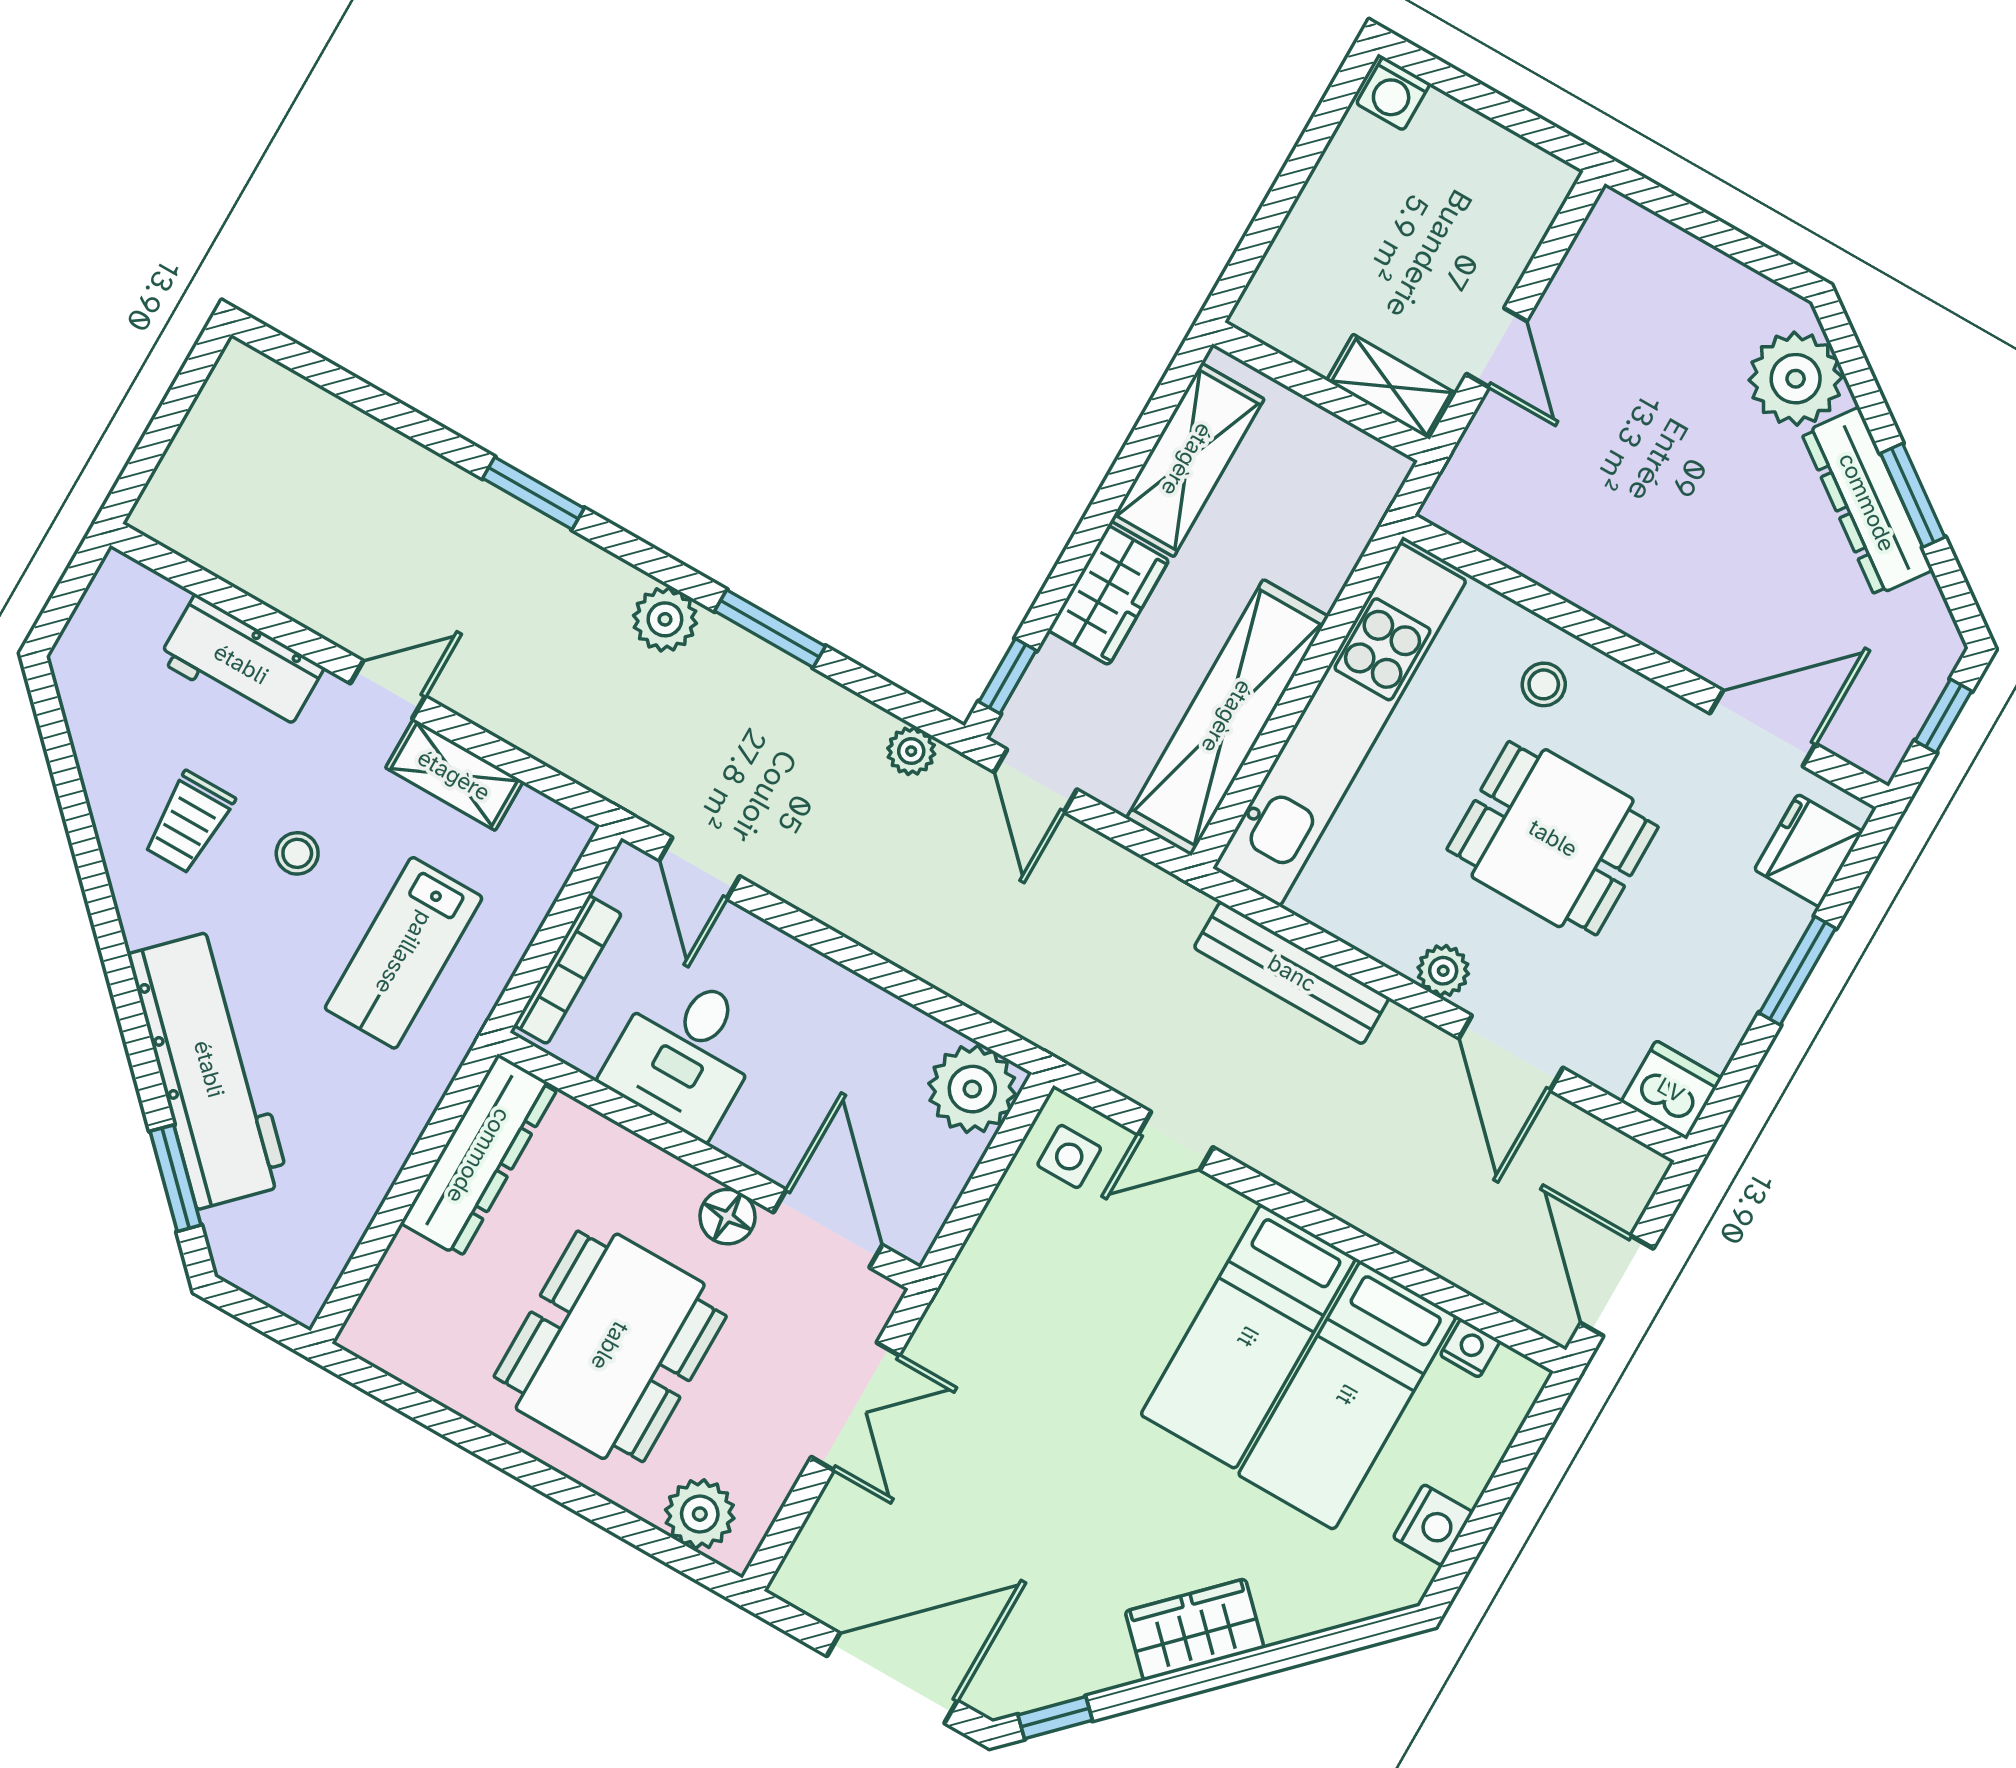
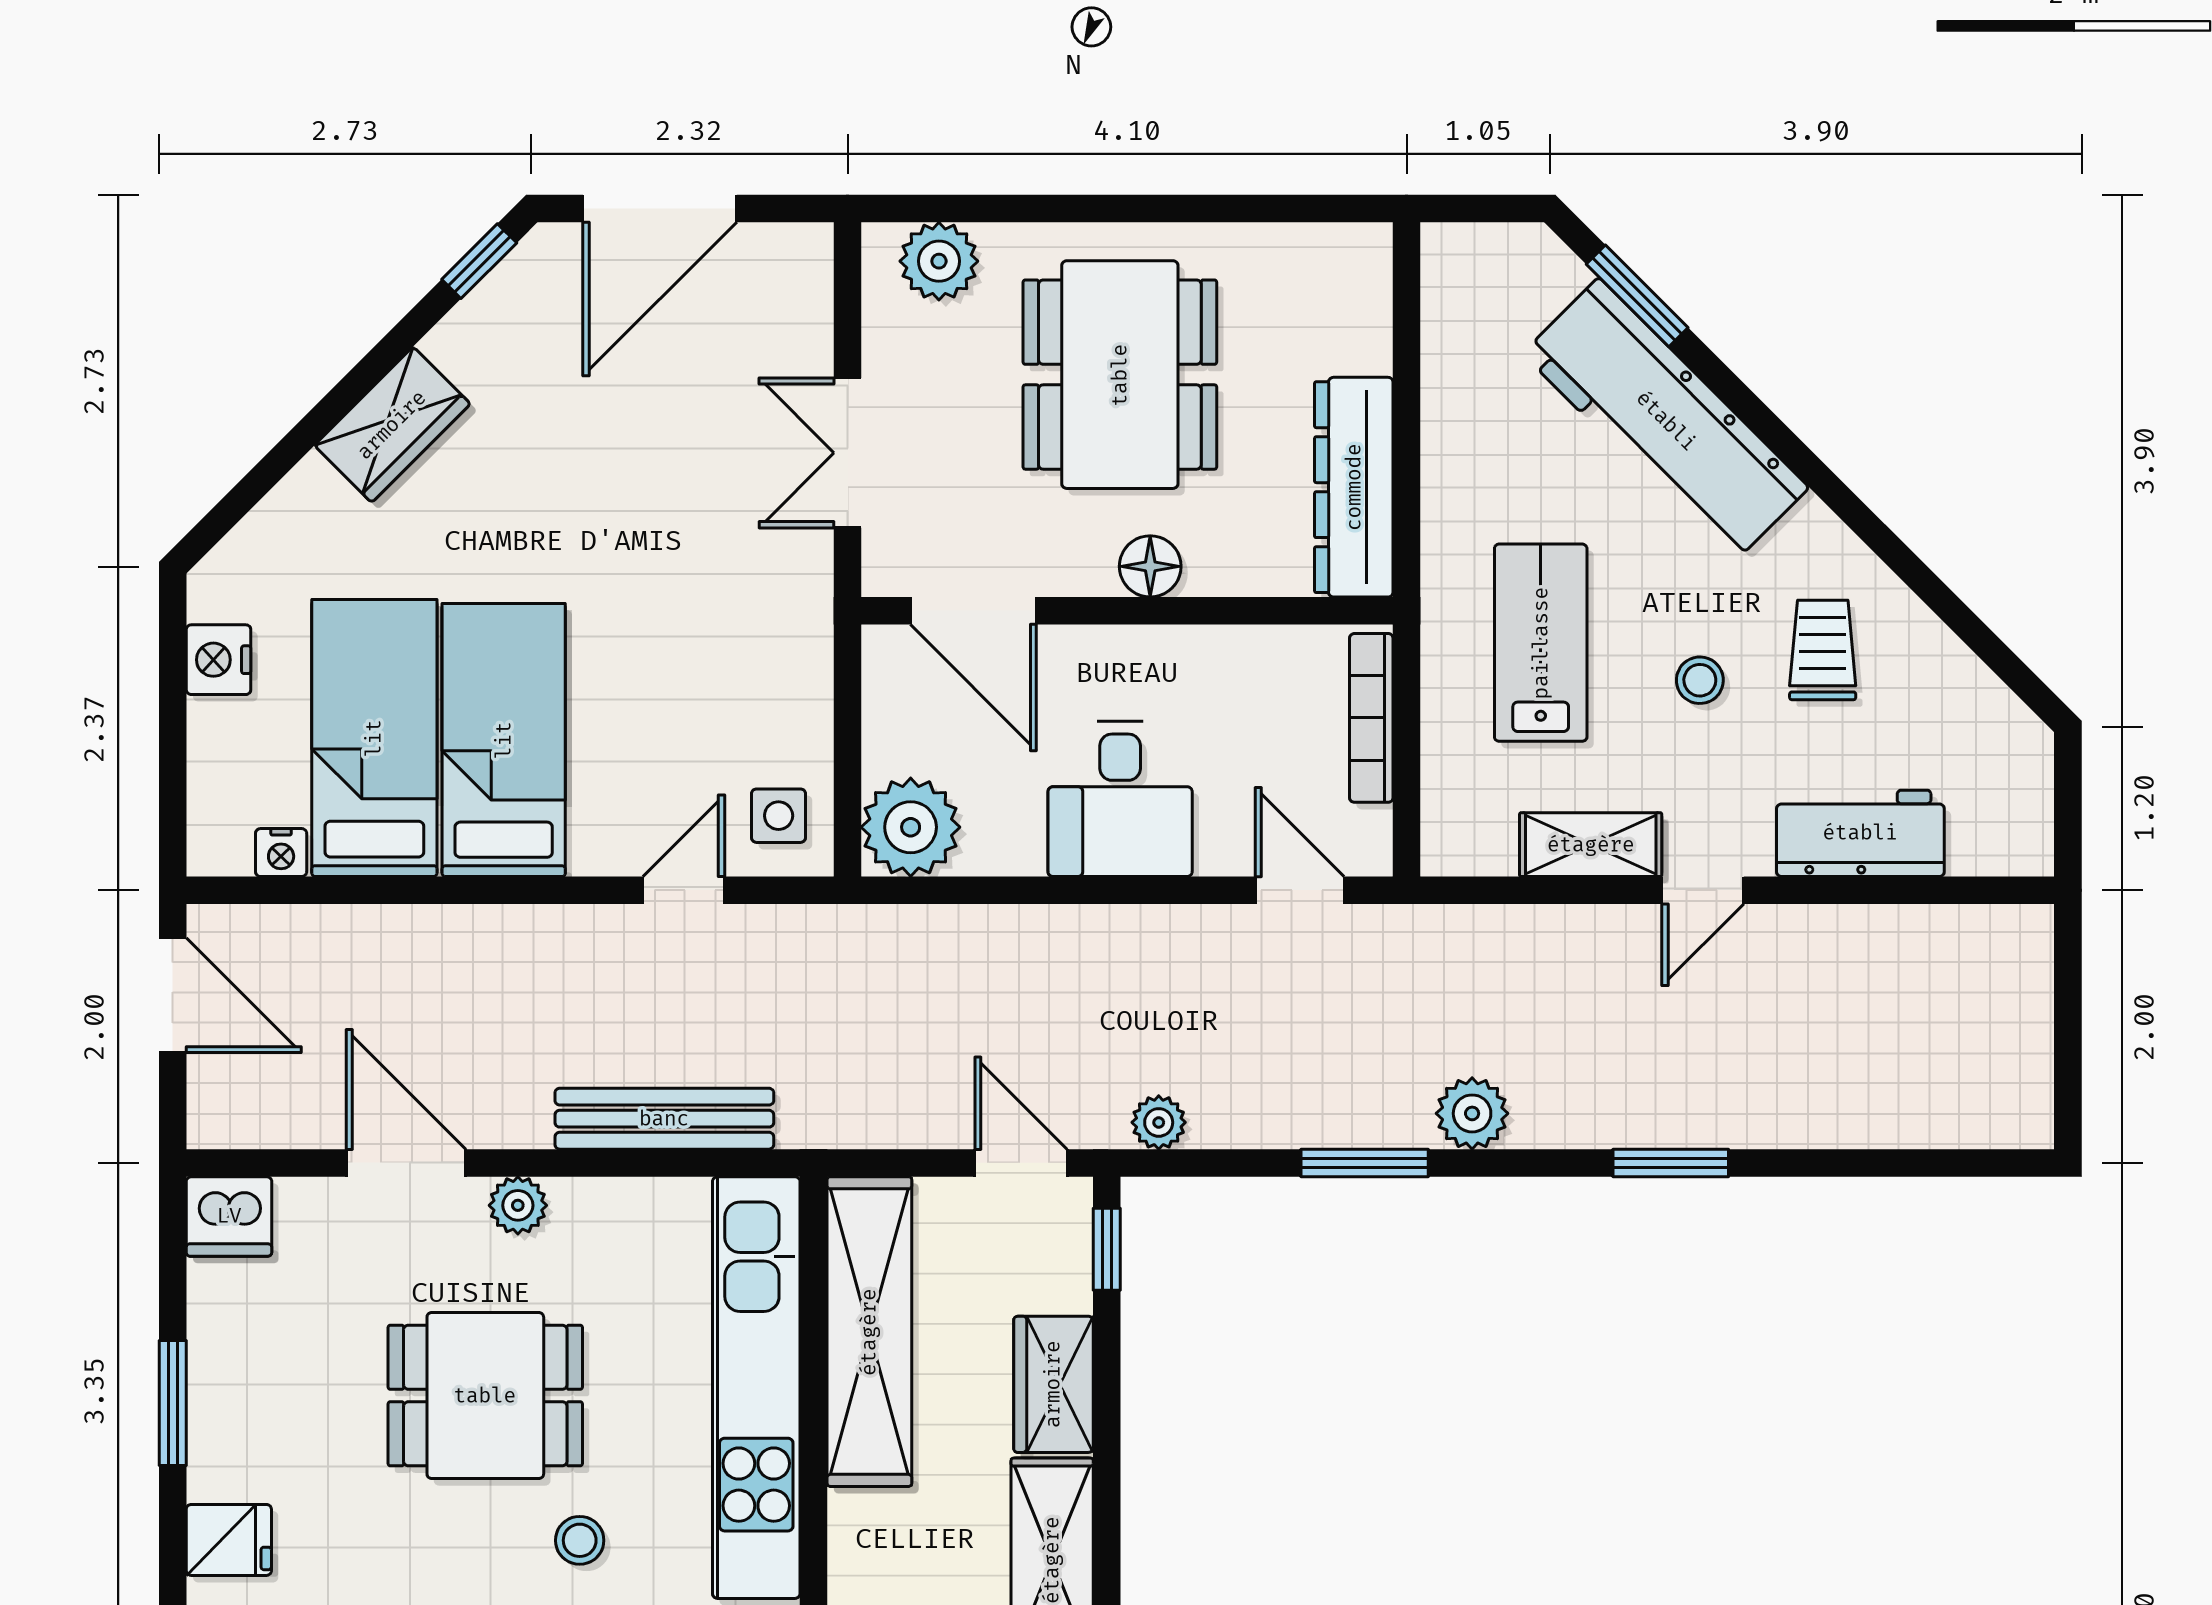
fridge: (1809, 851) -> (229, 1540), width x0.72
desk: (685, 1053) -> (1120, 799), moved, turned 180
floor lamp: (727, 1217) -> (1150, 566), moved

